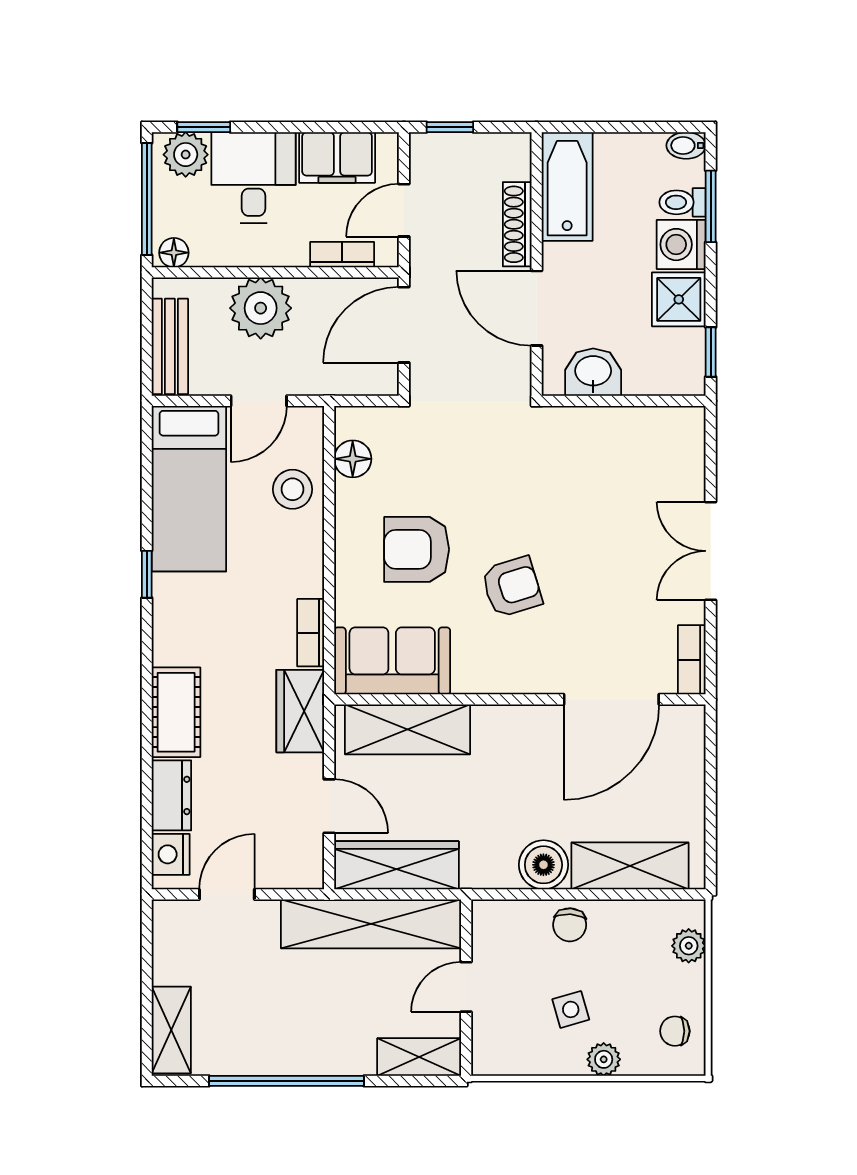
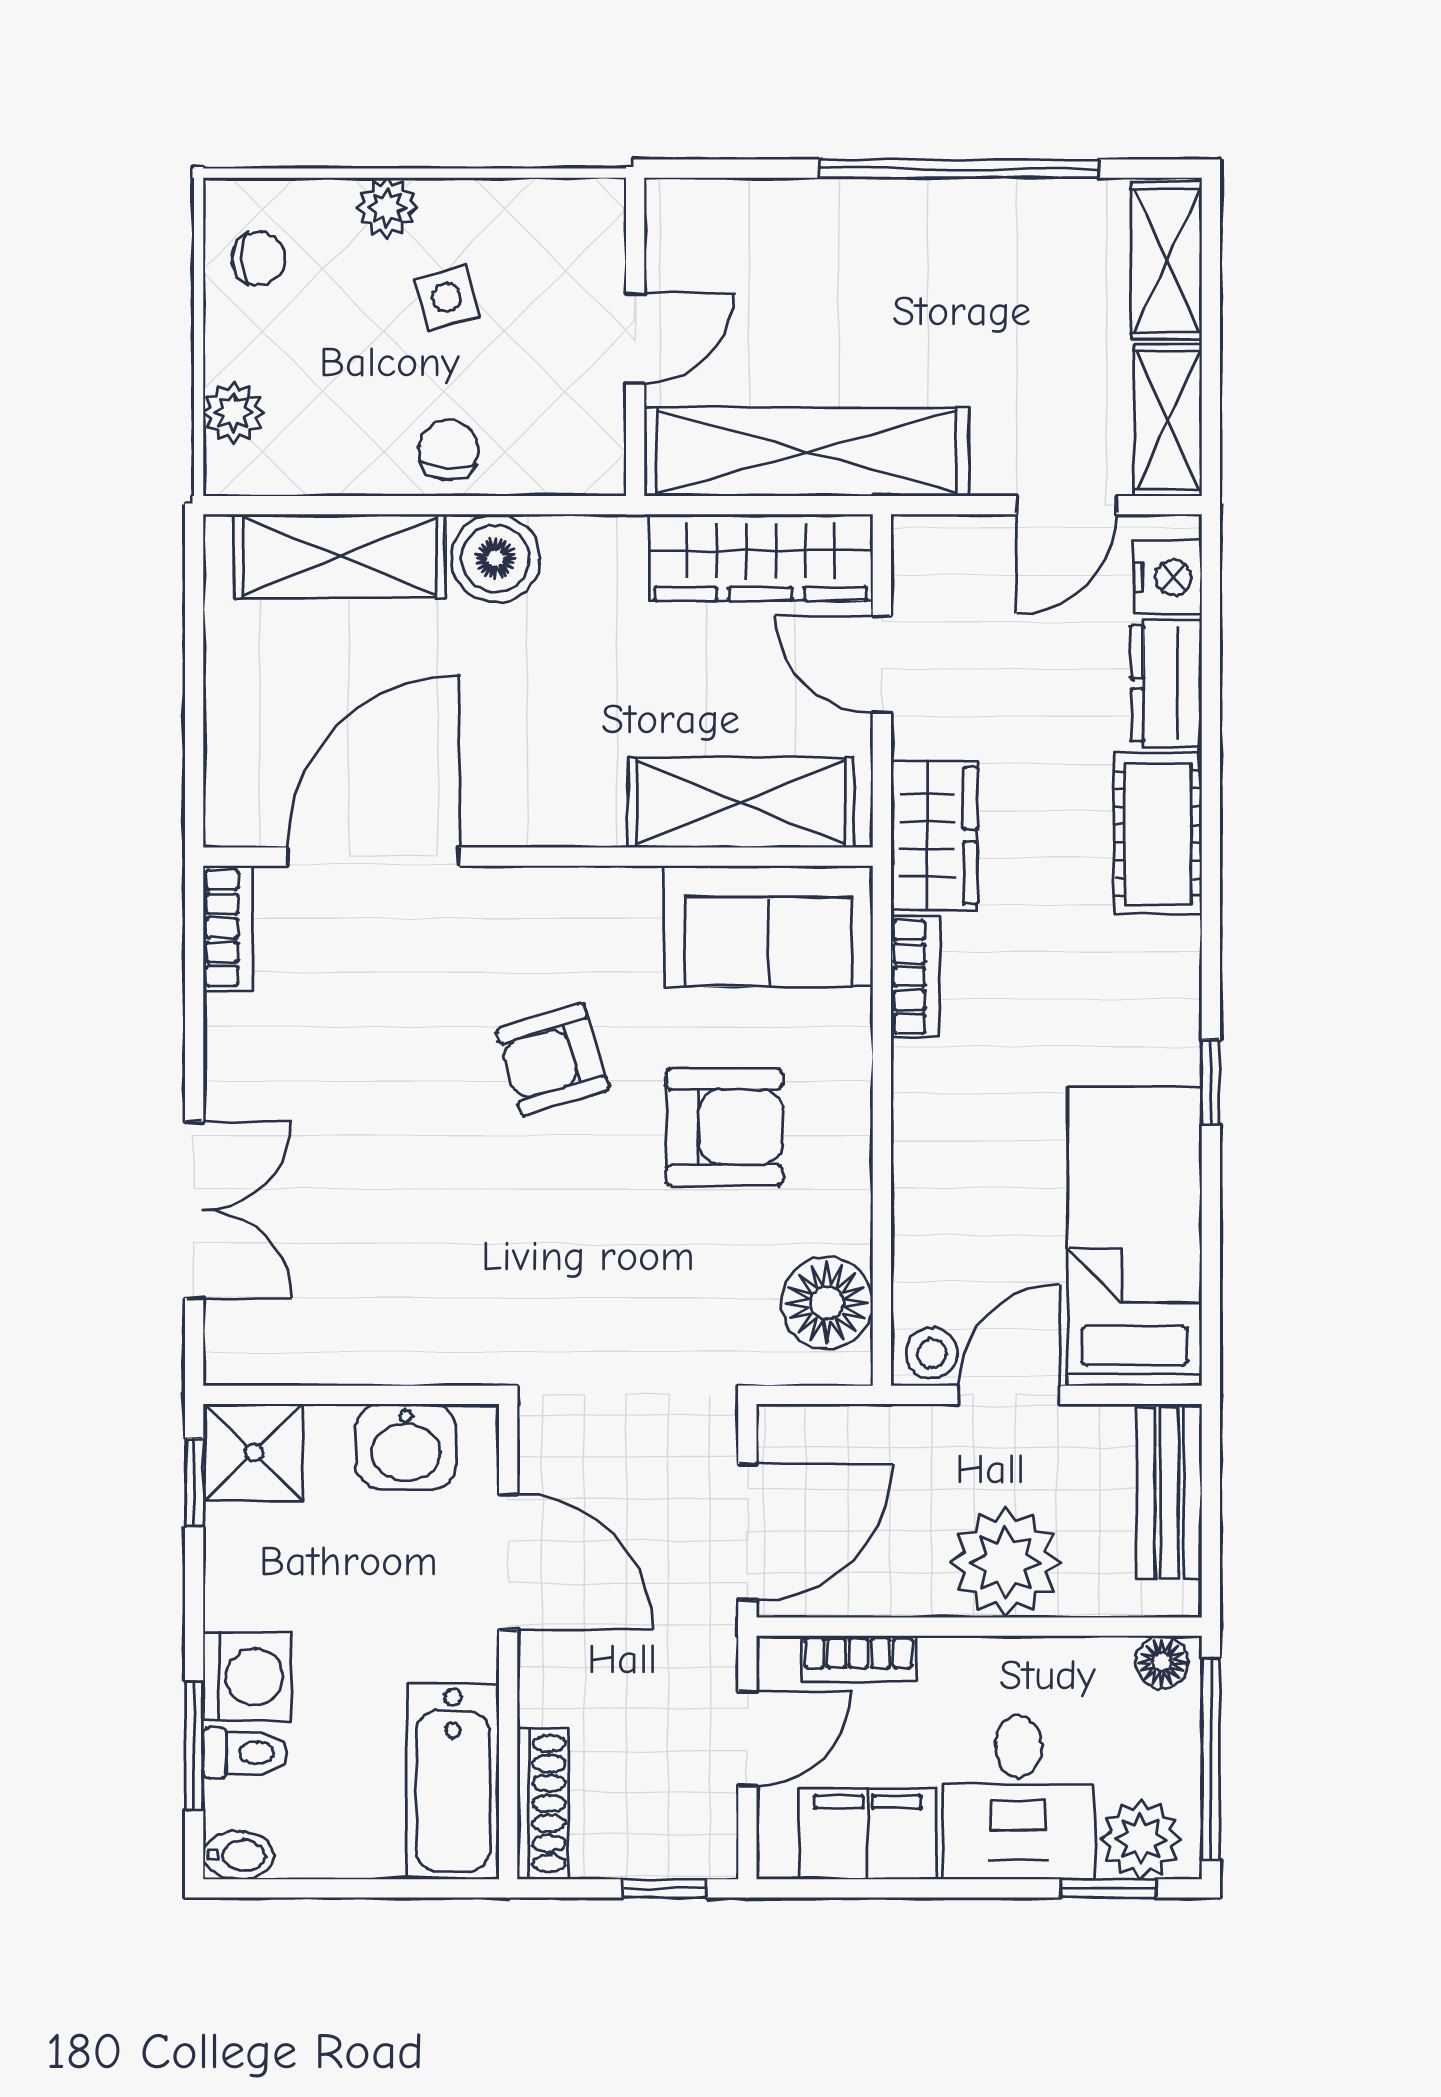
shoe rack: (517, 224) -> (543, 1803), moved
shower: (679, 299) -> (254, 1452), moved
floor lamp: (353, 459) -> (827, 1303), width x1.38, depth x1.38
stool: (293, 489) -> (932, 1353), moved, width x0.73, depth x0.73
double door: (711, 551) -> (194, 1210), moved
shelving: (419, 1057) -> (1168, 421), moved, turned 90

